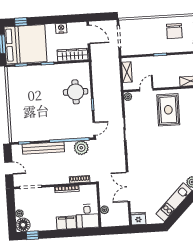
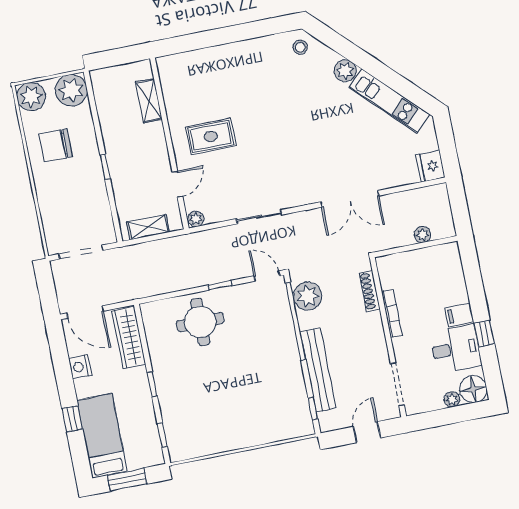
window: (21, 22) -> (72, 419), moved
chair: (174, 31) -> (56, 145), turned 180
door: (88, 35) -> (85, 312), swing flipped
bed: (25, 44) -> (102, 436), width x0.49
door: (146, 90) -> (177, 184), swing flipped
rug: (168, 110) -> (211, 136), width x0.73, depth x0.70
double door: (128, 187) -> (350, 199), moved
desk: (87, 216) -> (456, 349), moved
filing cabinet: (66, 223) -> (459, 315), width x0.50
window: (32, 235) -> (484, 334), moved

